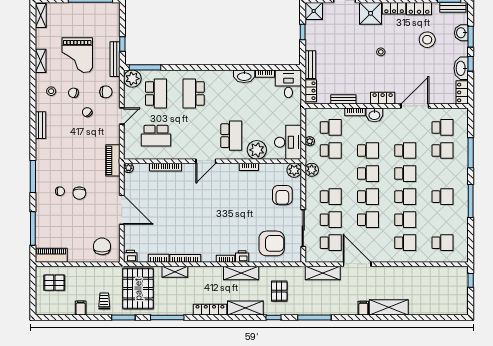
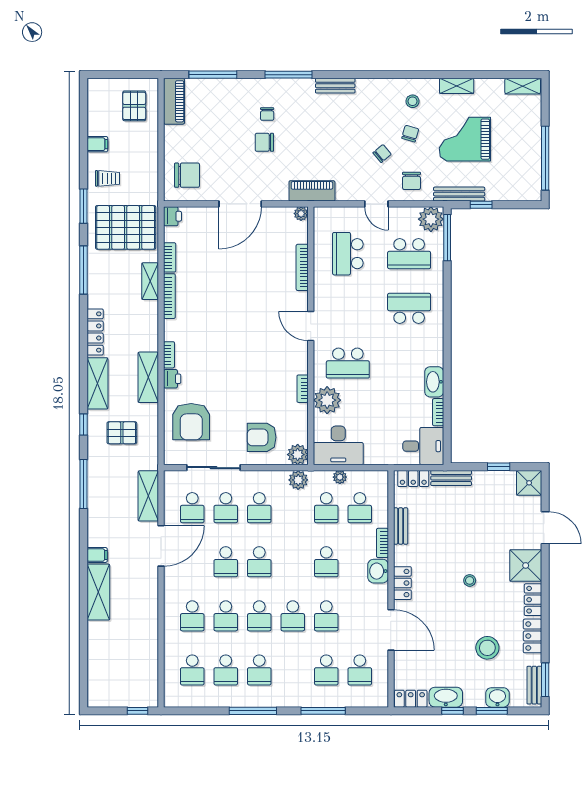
bench: (40, 125) -> (335, 86), moved
school desk: (368, 174) -> (226, 670), moved

